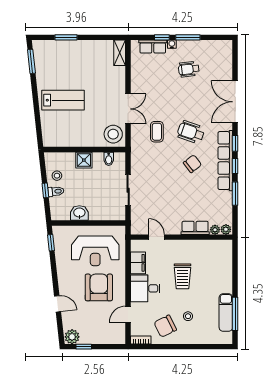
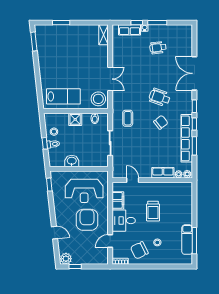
lab bench: (63, 100) -> (63, 96), moved
coffee table: (157, 132) -> (128, 118), moved
row of seats: (225, 161) -> (187, 138), moved

